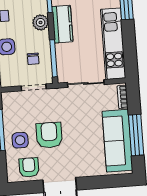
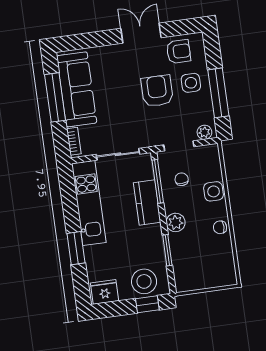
kitchen counter: (62, 24) -> (147, 202), moved
plant: (11, 97) -> (204, 132), added
armchair: (49, 135) -> (157, 91), turned 180
armchair: (29, 167) -> (178, 51), turned -90

